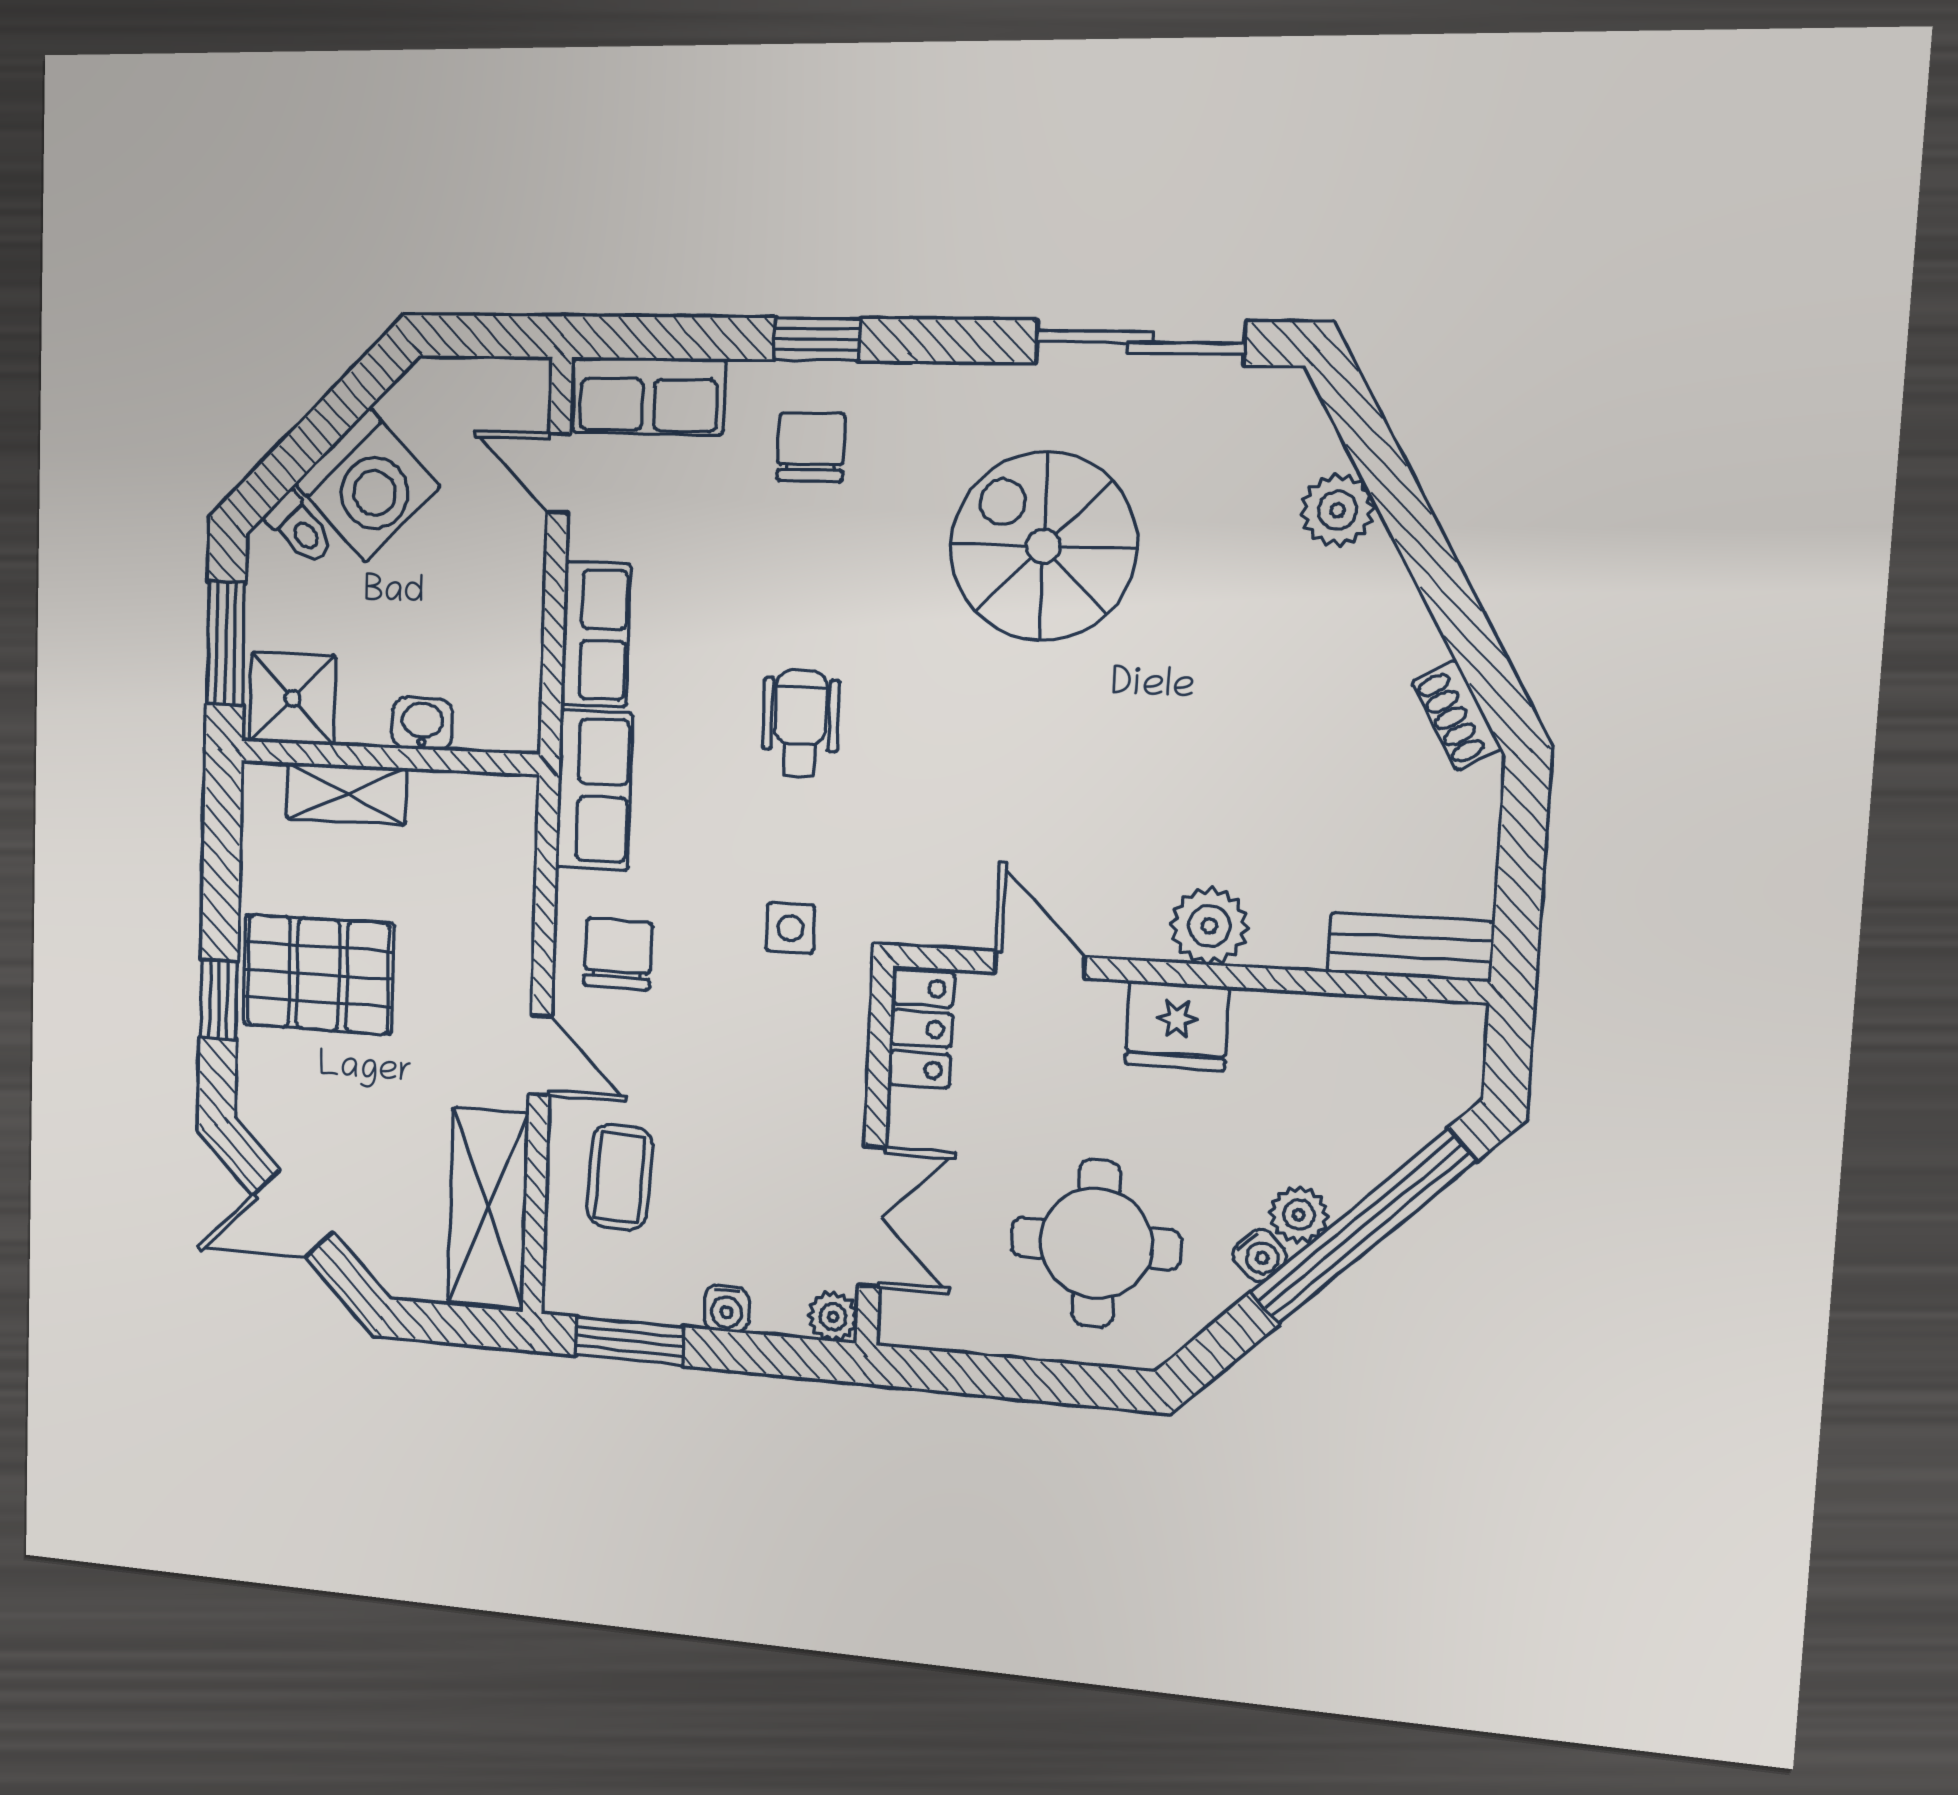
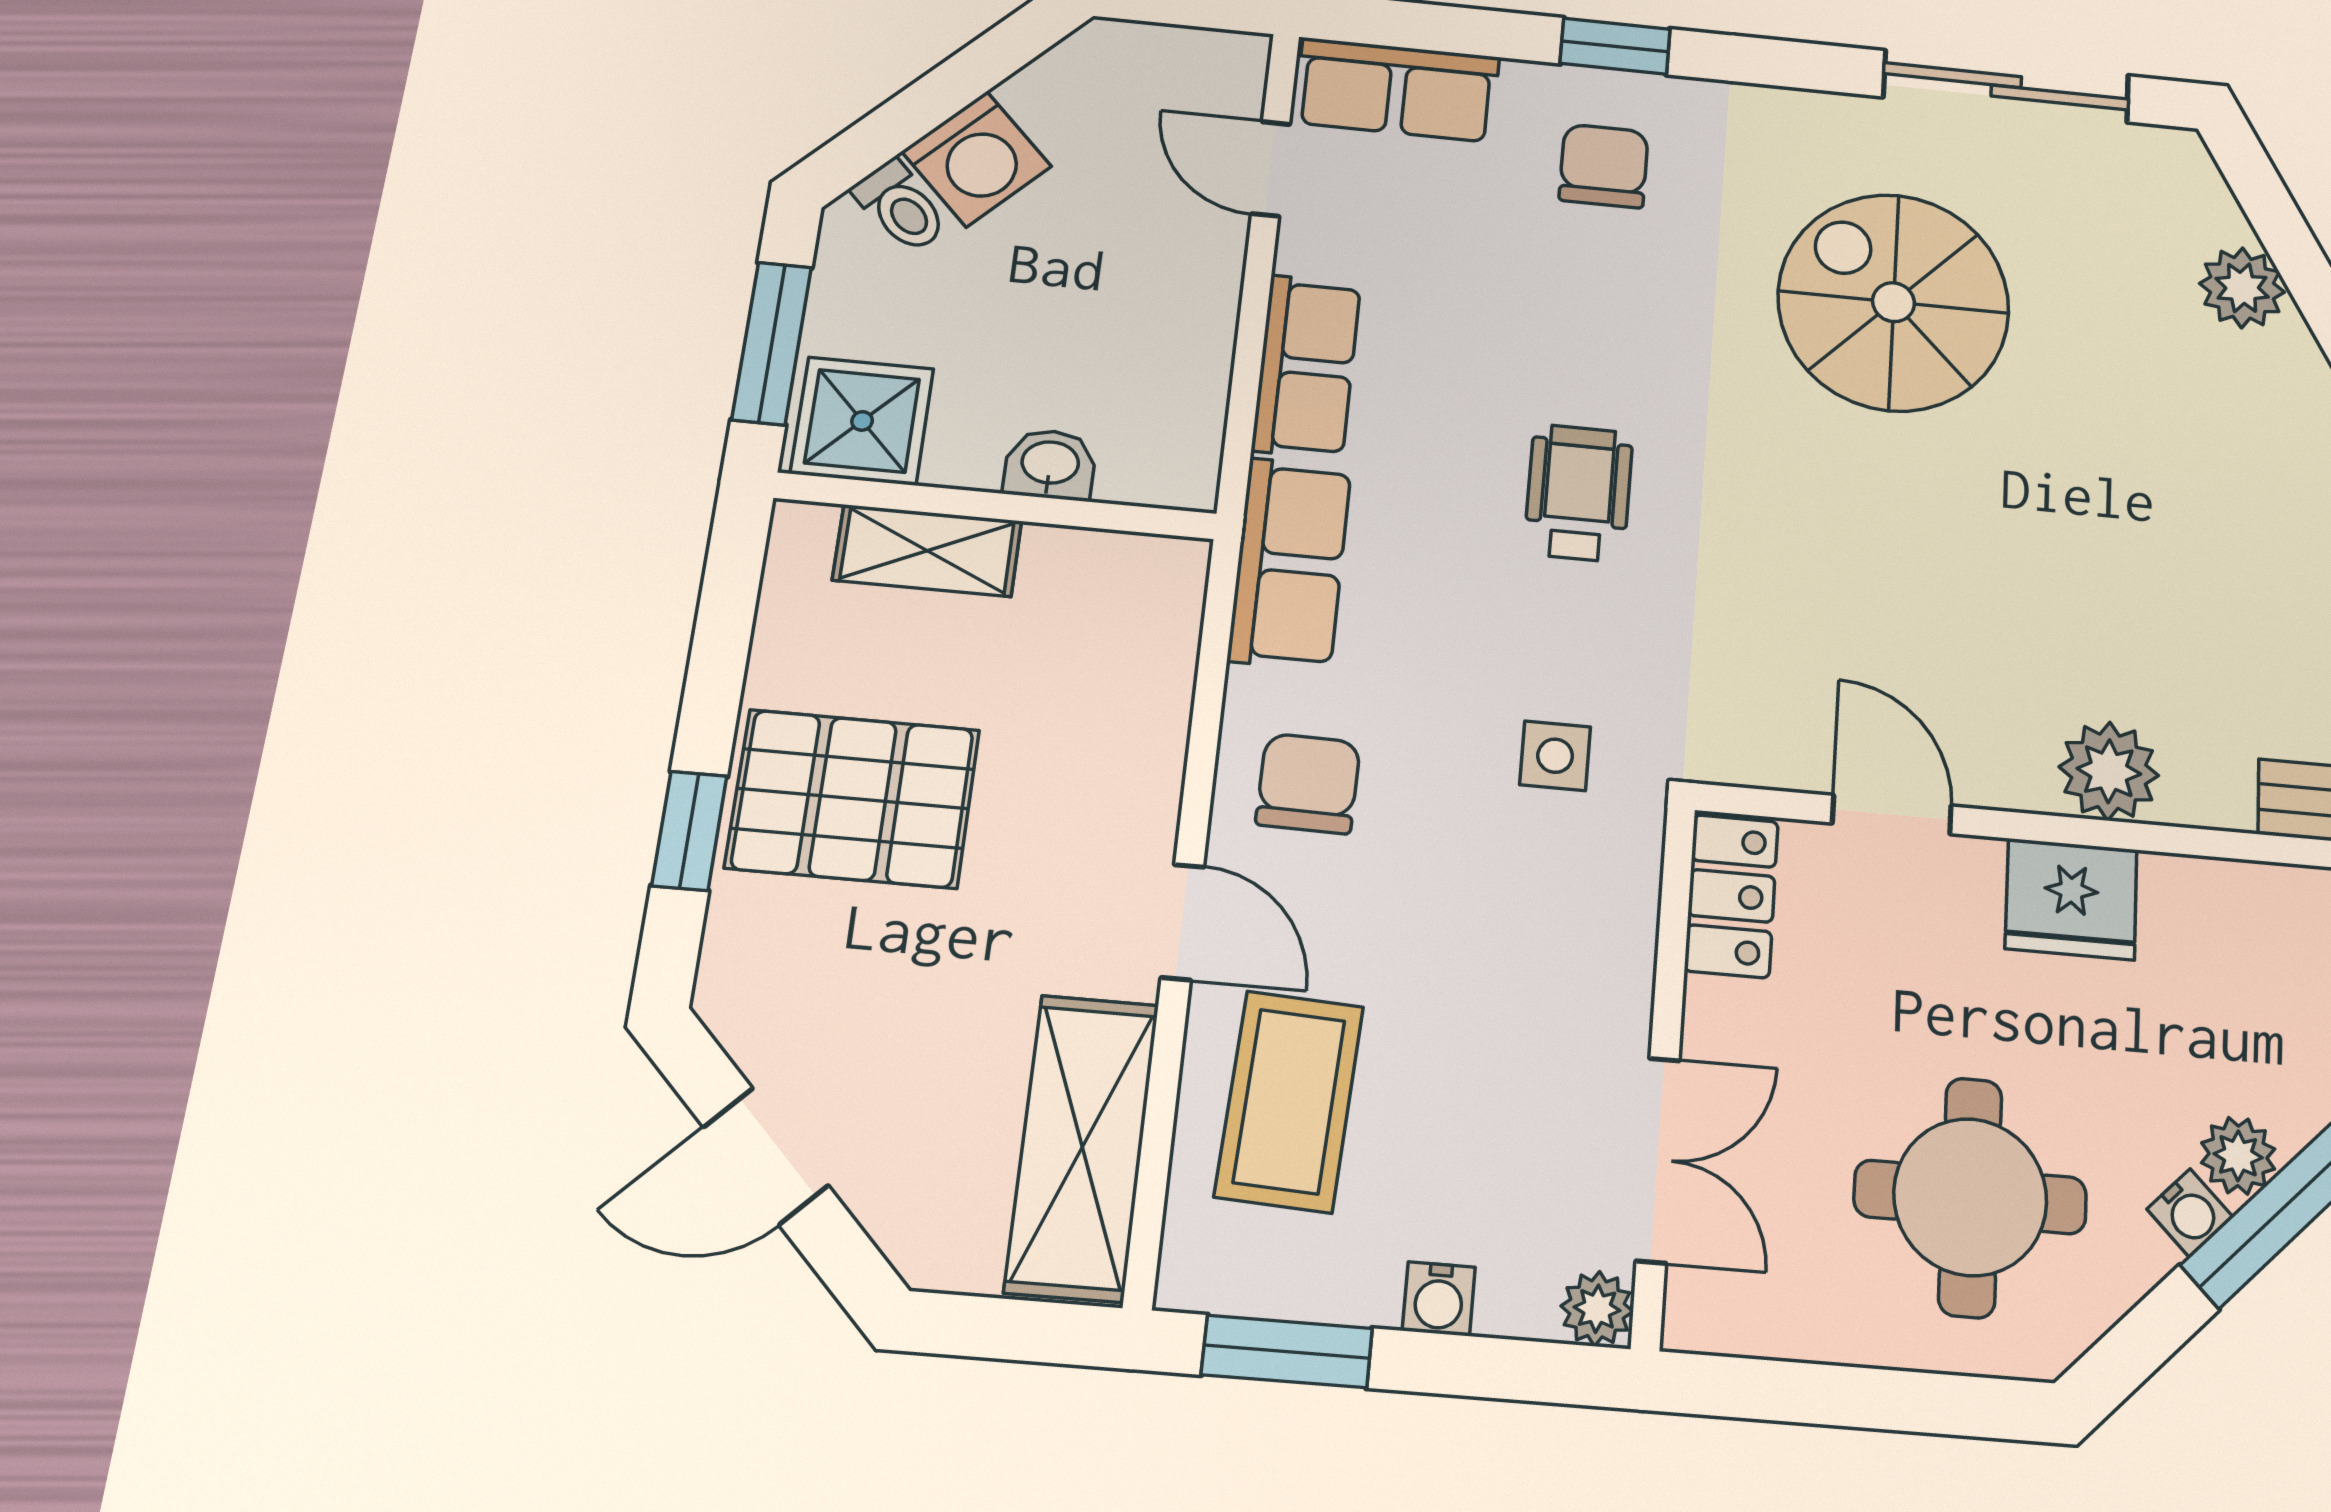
washing machine: (367, 485) -> (976, 159), width x0.73, depth x0.73
coffee table: (620, 1177) -> (1289, 1101), width x1.36, depth x1.30

